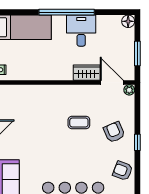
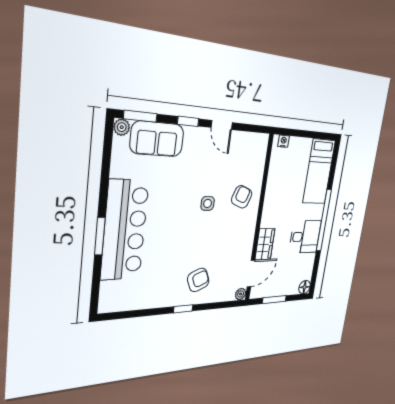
coffee table: (79, 122) -> (215, 236), removed
side table: (53, 132) -> (208, 203), added
armchair: (123, 171) -> (242, 197), moved

